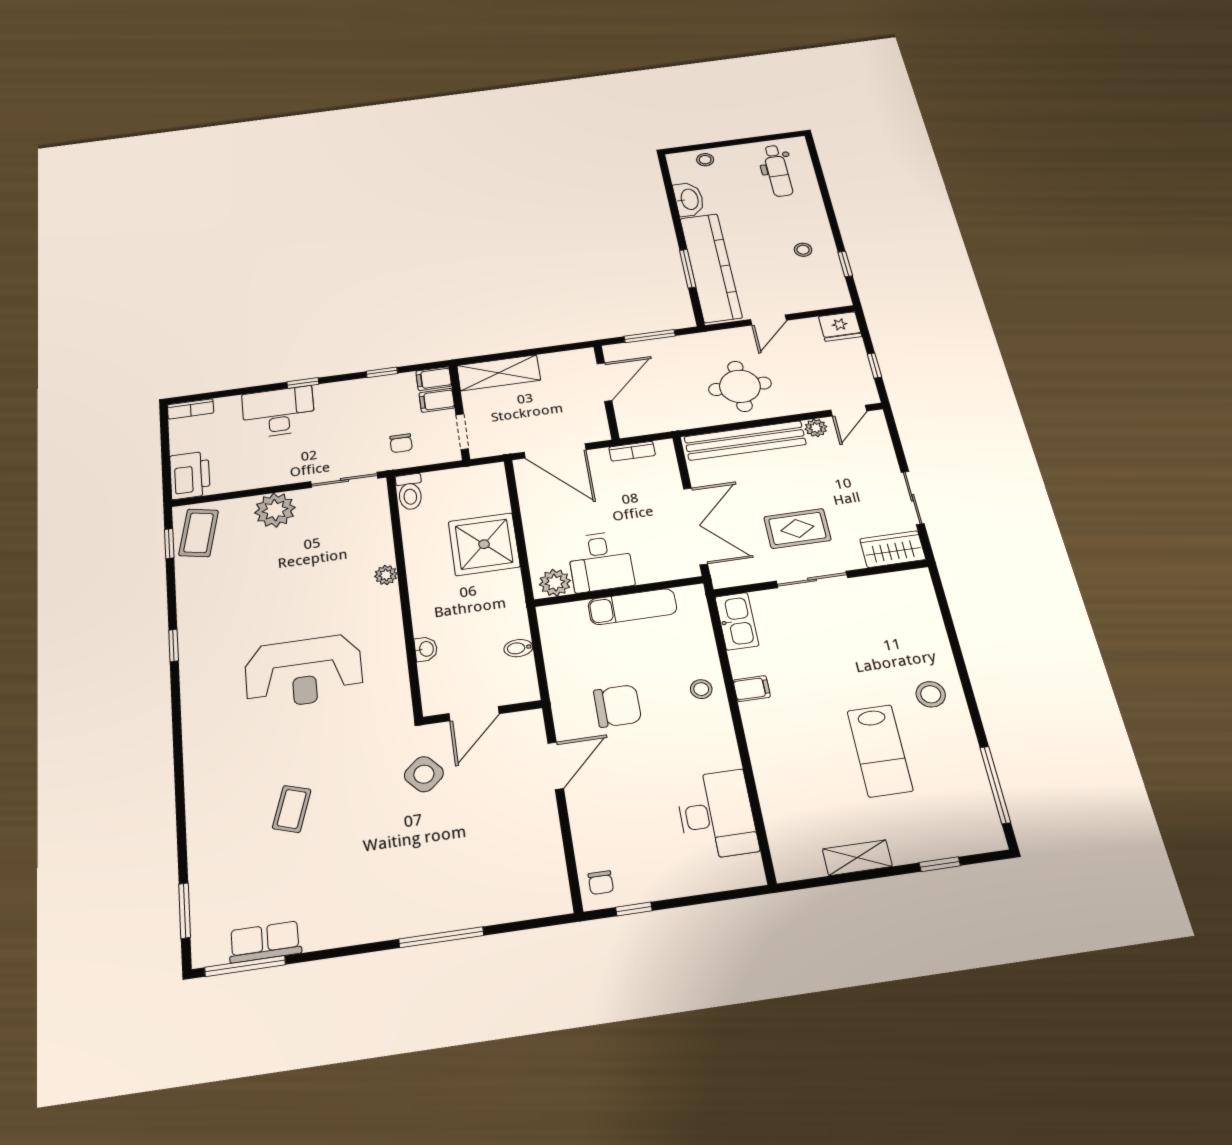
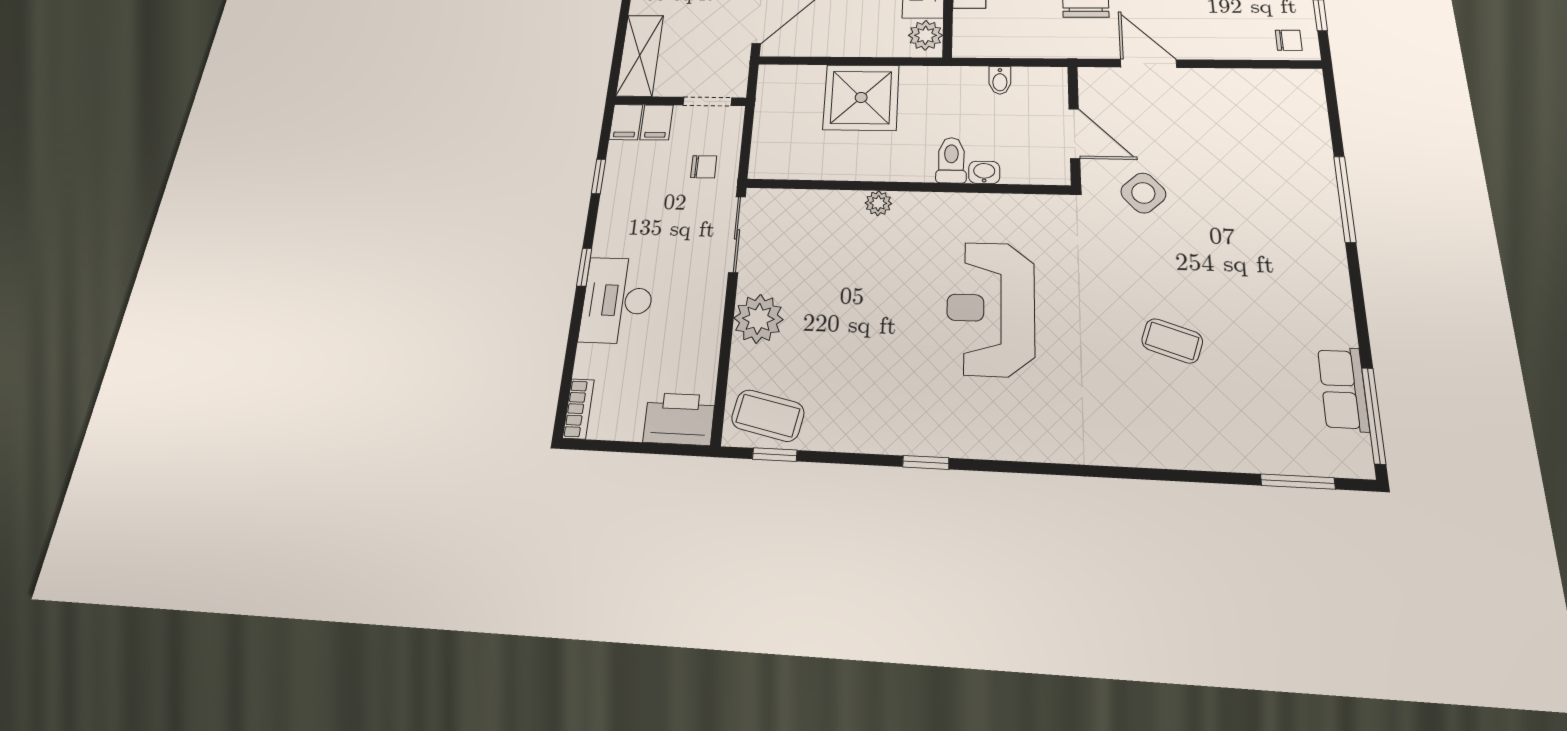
toilet: (410, 492) -> (951, 160), moved, turned -90
reception desk: (304, 672) -> (991, 308), turned 180

